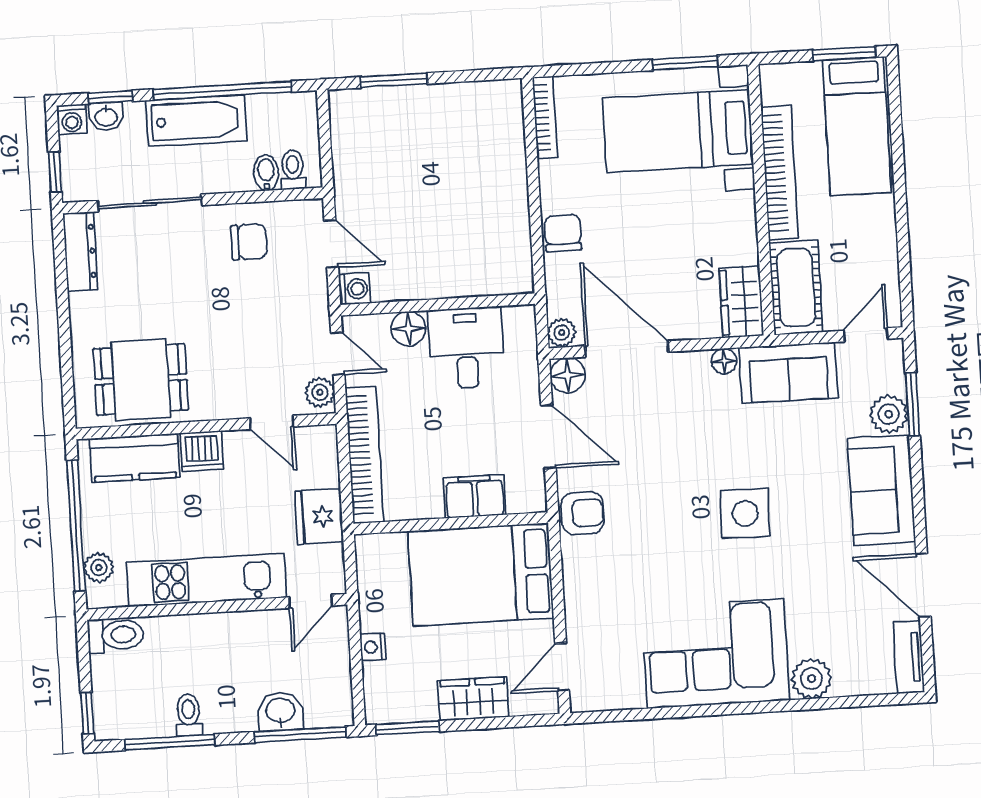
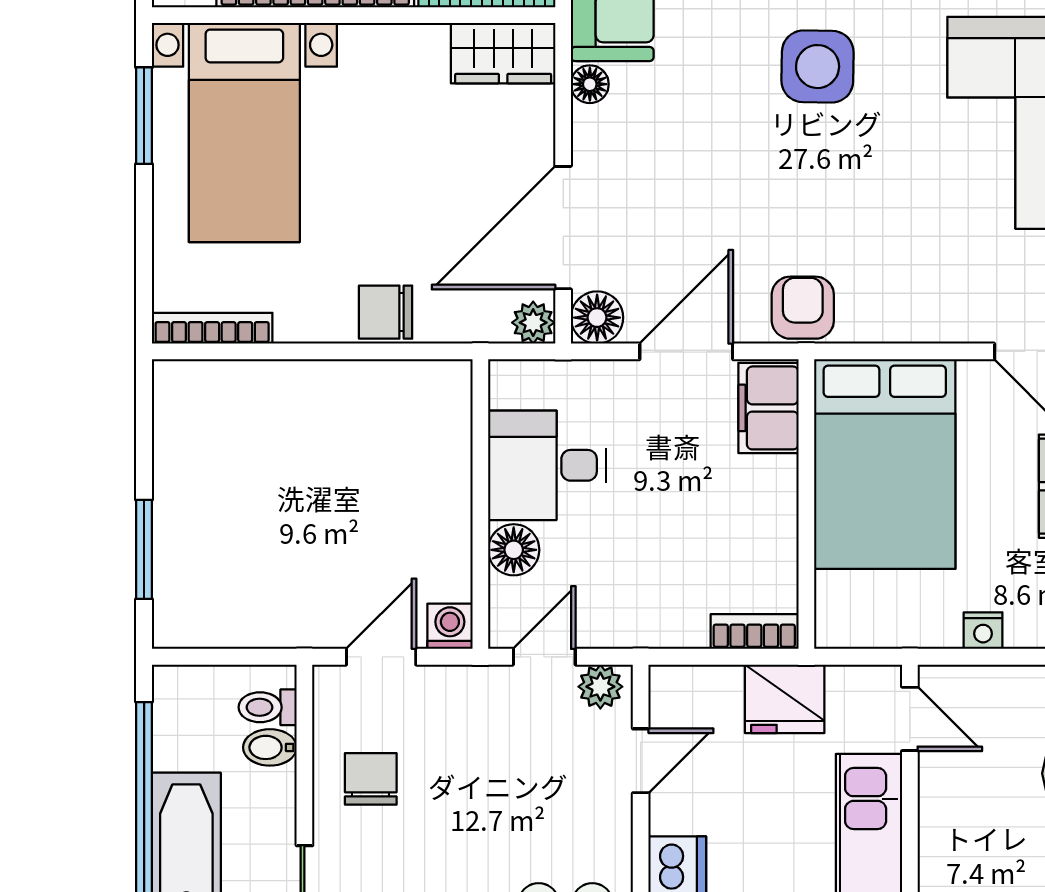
bookcase: (364, 455) -> (754, 632), width x0.43, depth x0.76
filing cabinet: (475, 496) -> (768, 408), moved

